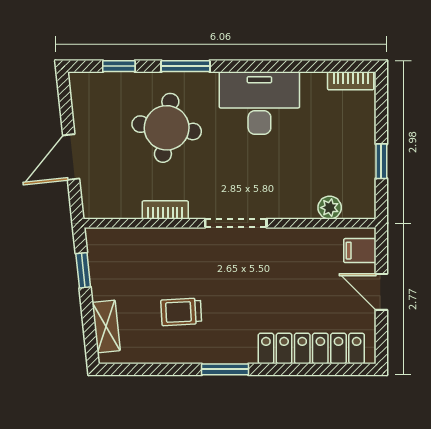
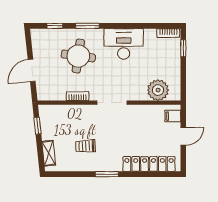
window: (381, 161) -> (183, 48), moved
plant: (330, 208) -> (158, 90), width x1.88, depth x1.88
door: (381, 292) -> (183, 136), swing flipped

